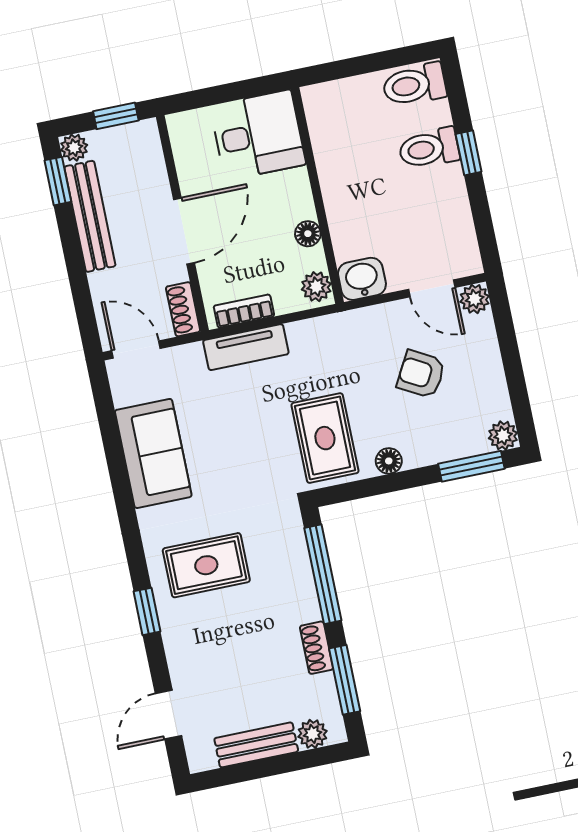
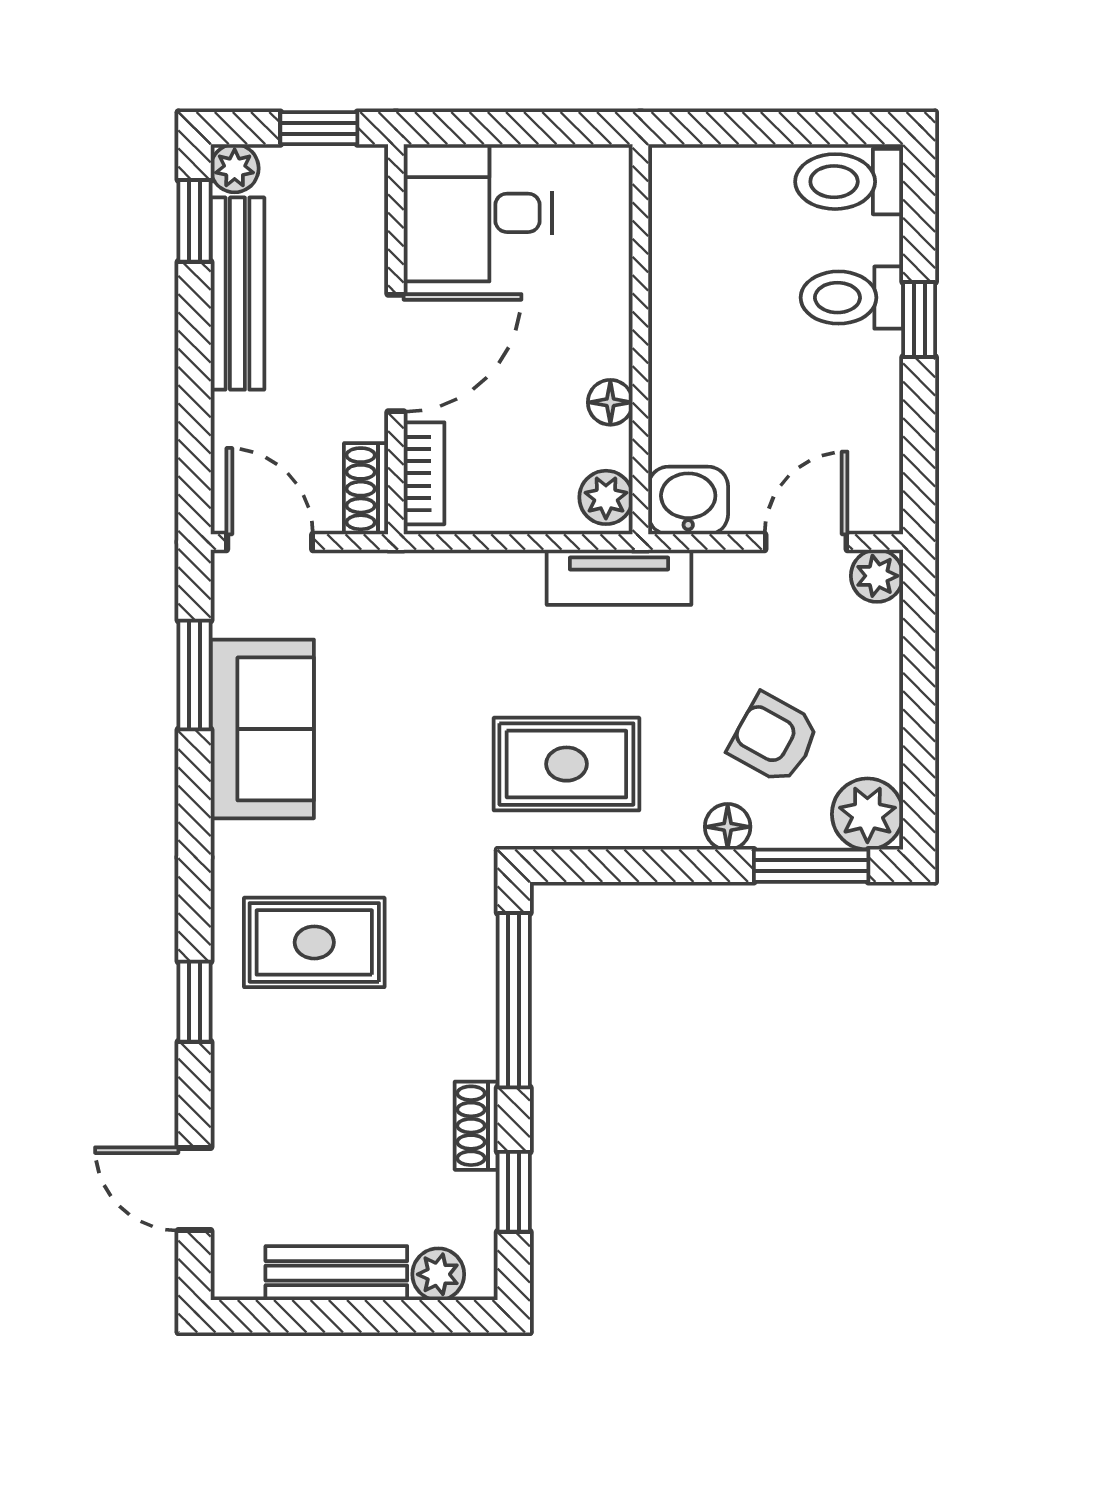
desk: (258, 135) -> (478, 213), moved, turned 180
door: (432, 288) -> (806, 542), swing flipped
bookcase: (244, 311) -> (424, 473), moved, turned 90
tv unit: (246, 347) -> (619, 577), moved
armchair: (421, 374) -> (774, 738), moved
window: (110, 431) -> (194, 675), added
plant: (503, 436) -> (867, 814), width x1.38, depth x1.38
rug: (325, 438) -> (566, 764), turned 90
floor lamp: (389, 461) -> (728, 827), moved
window: (345, 680) -> (514, 1192), width x0.67
door: (168, 715) -> (194, 1189), hinge flipped

